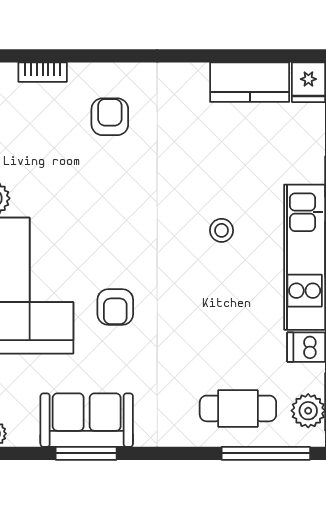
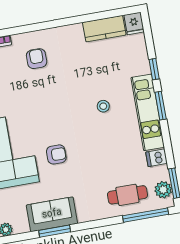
armchair: (115, 307) -> (56, 154), turned -90

